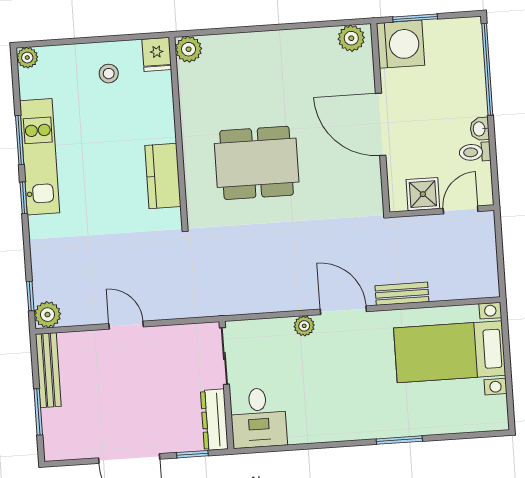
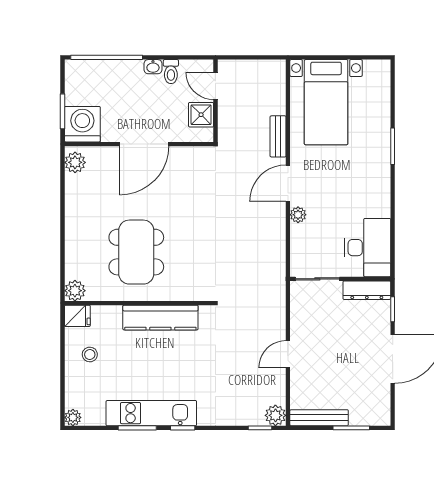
dining table: (257, 163) -> (136, 252), moved
kitchen counter: (163, 176) -> (160, 318), width x1.50
desk: (258, 418) -> (368, 248), width x1.37

